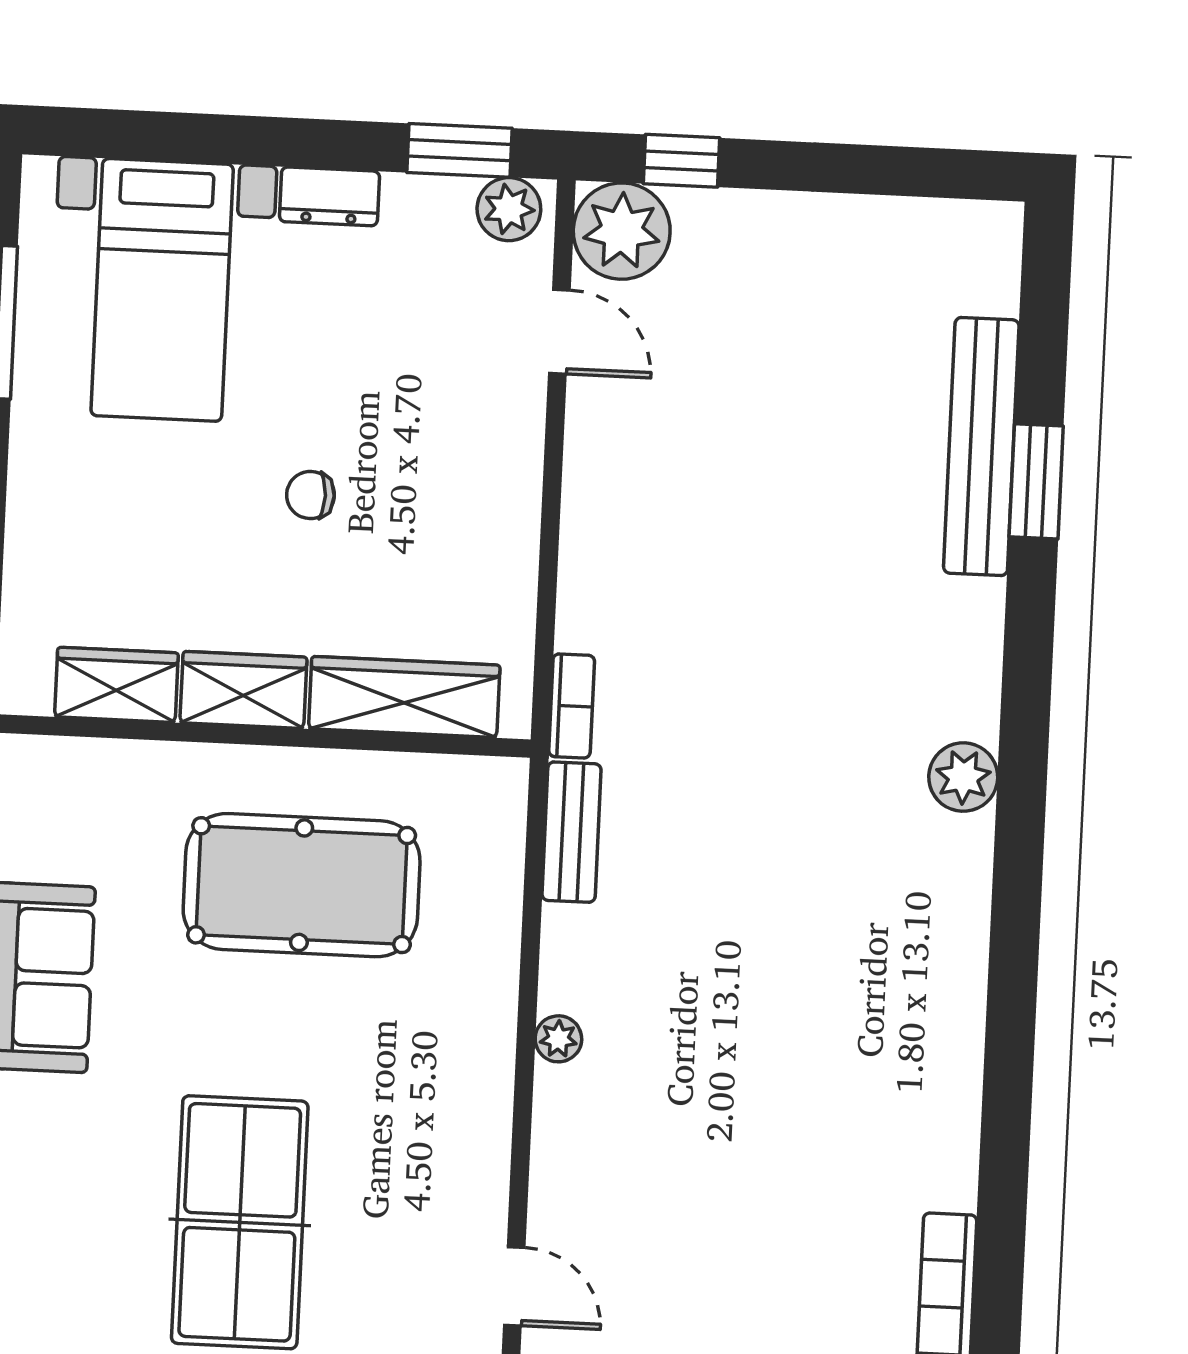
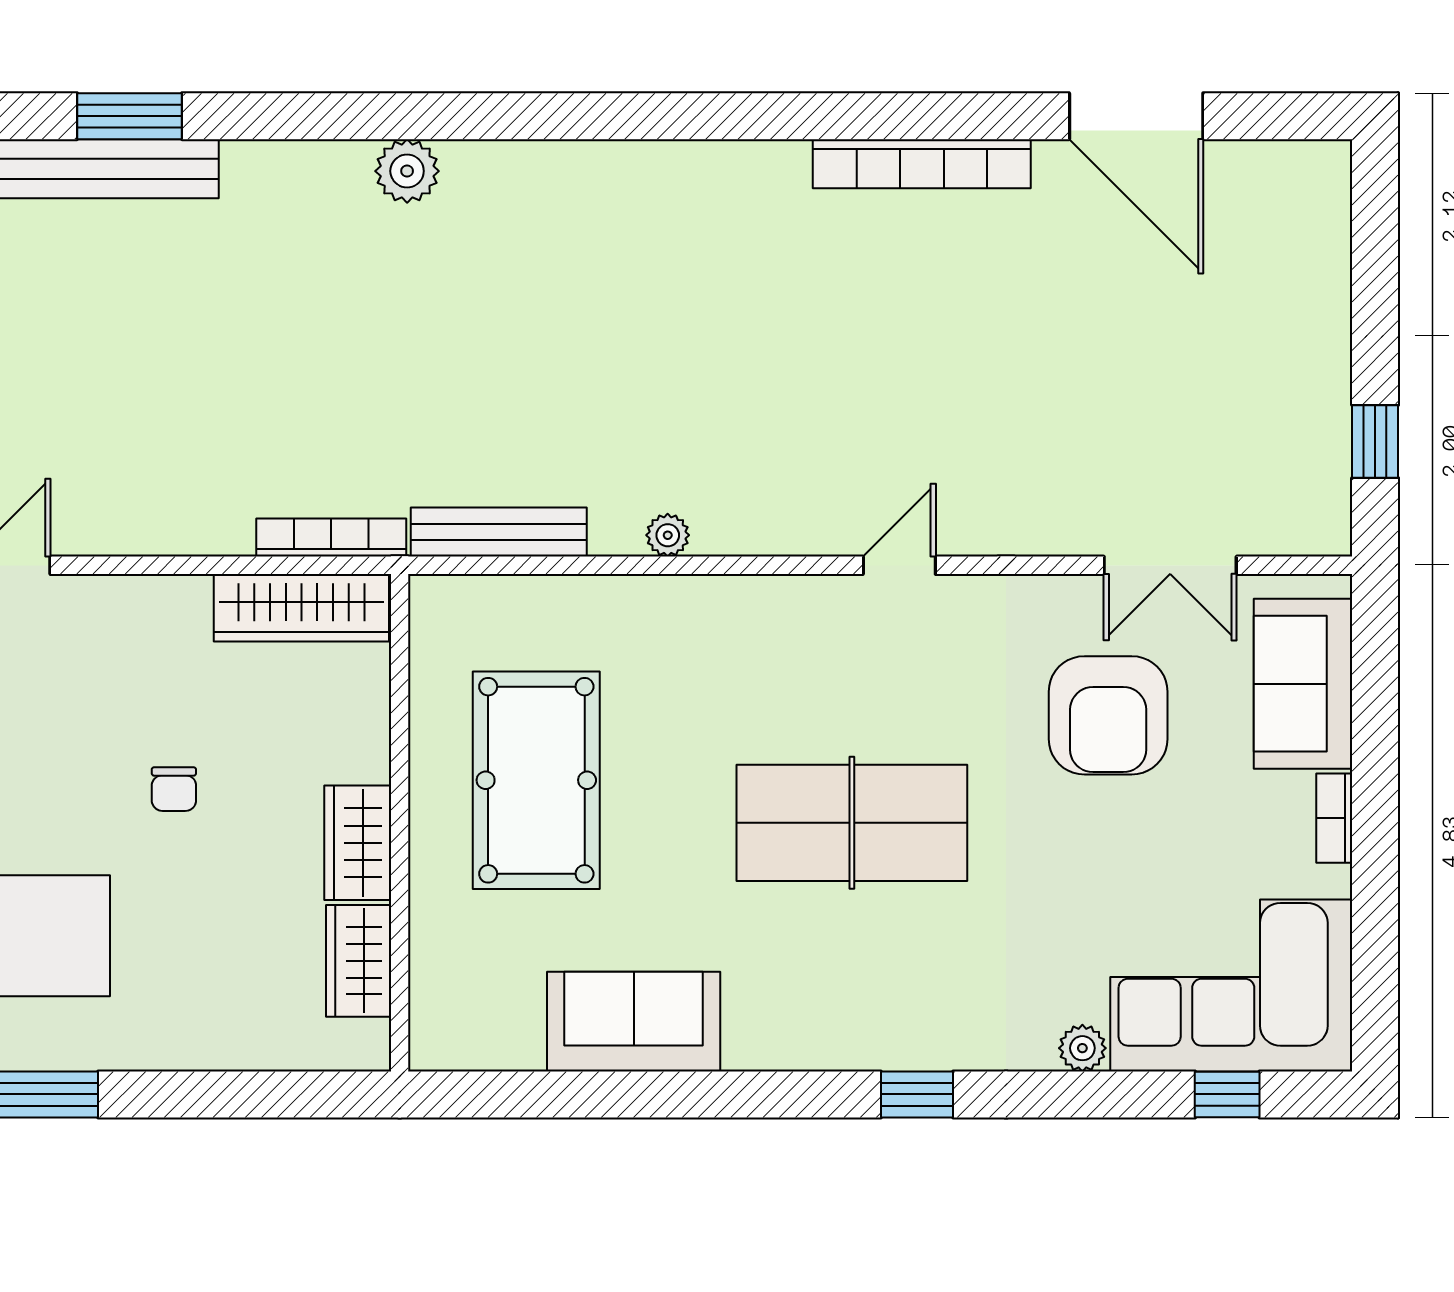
wardrobe: (404, 697) -> (301, 608), moved, turned -90
bookcase: (572, 706) -> (331, 538), width x1.56
bench: (572, 832) -> (499, 532), width x1.36

